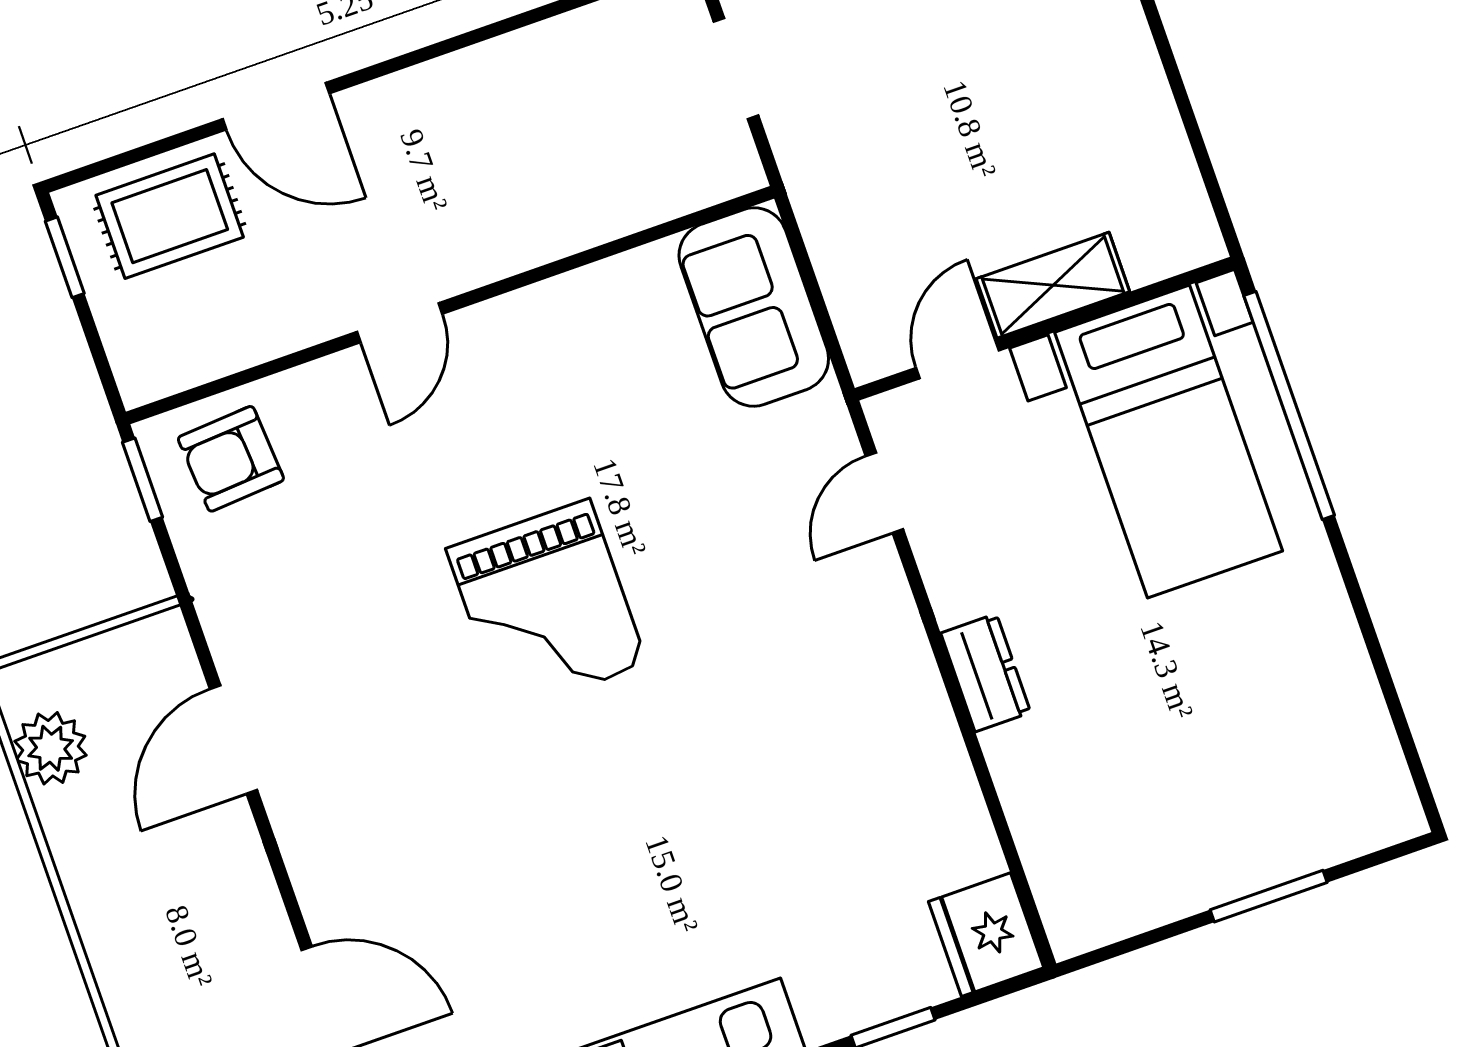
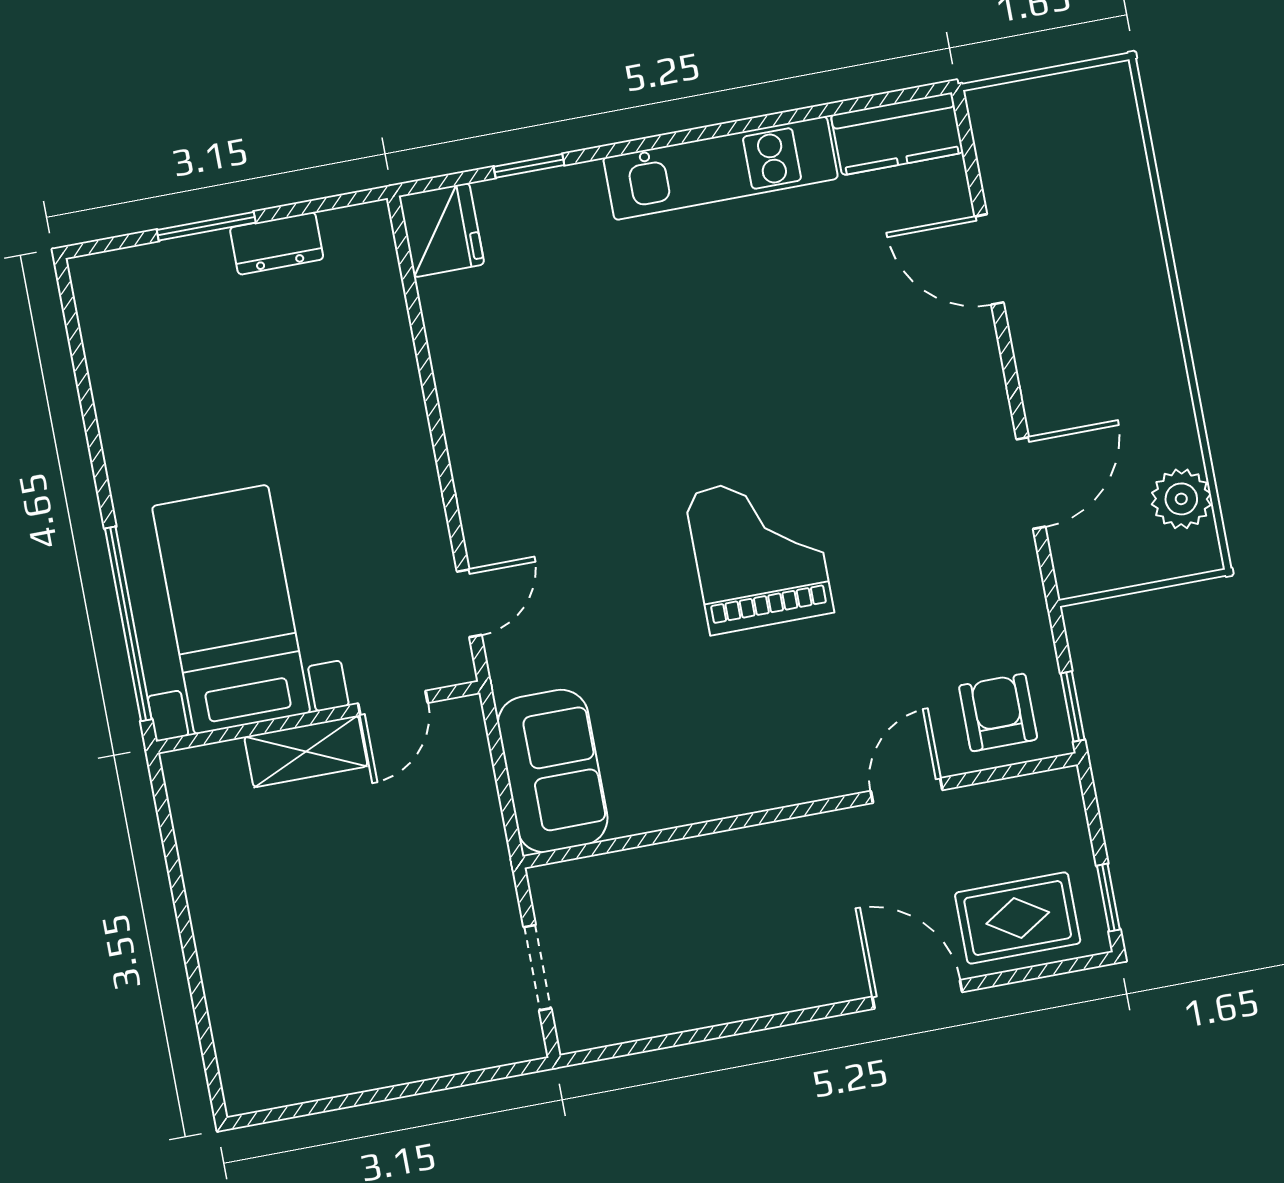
door: (399, 323) -> (907, 791), moved
armchair: (231, 459) -> (998, 712), turned -86
dresser: (986, 673) -> (277, 243), moved, turned -90

